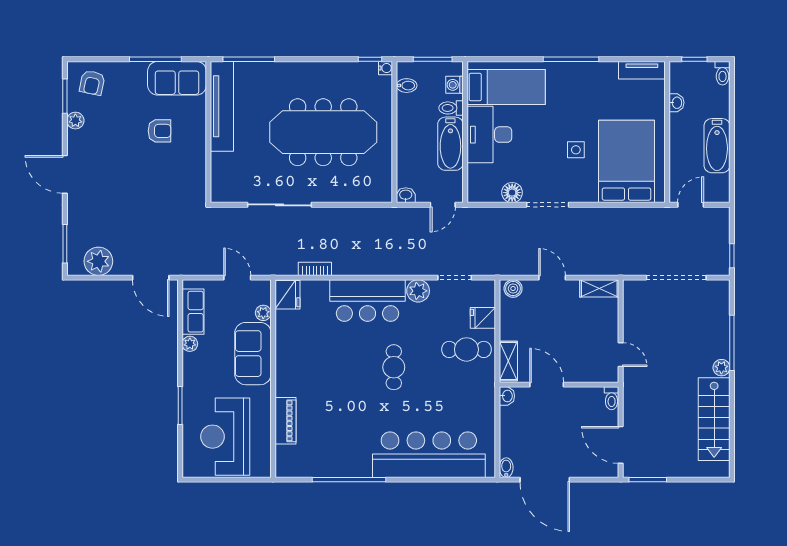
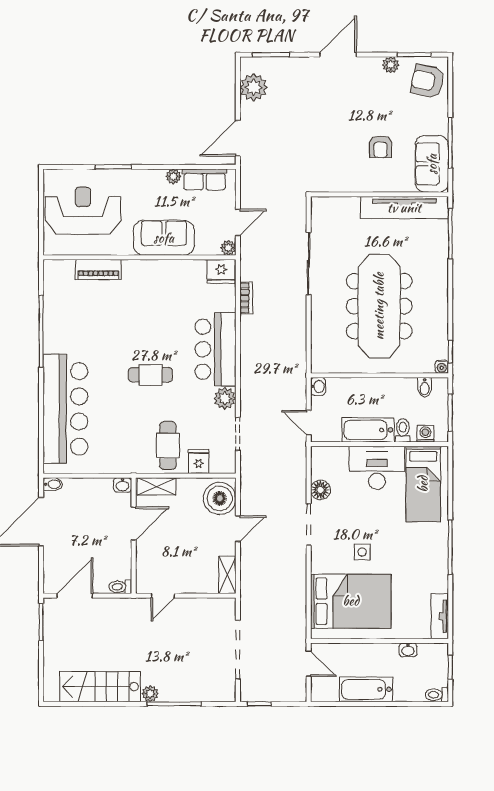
armchair: (92, 83) -> (427, 81), width x1.38, depth x1.38
boiler: (513, 288) -> (220, 498), width x1.86, depth x1.86
plant: (263, 313) -> (228, 248), moved

